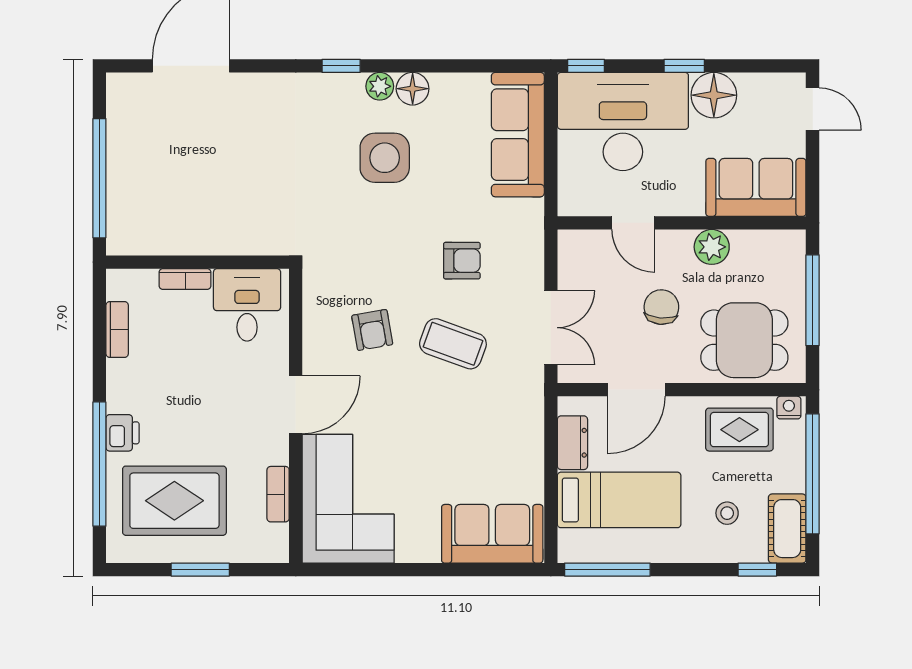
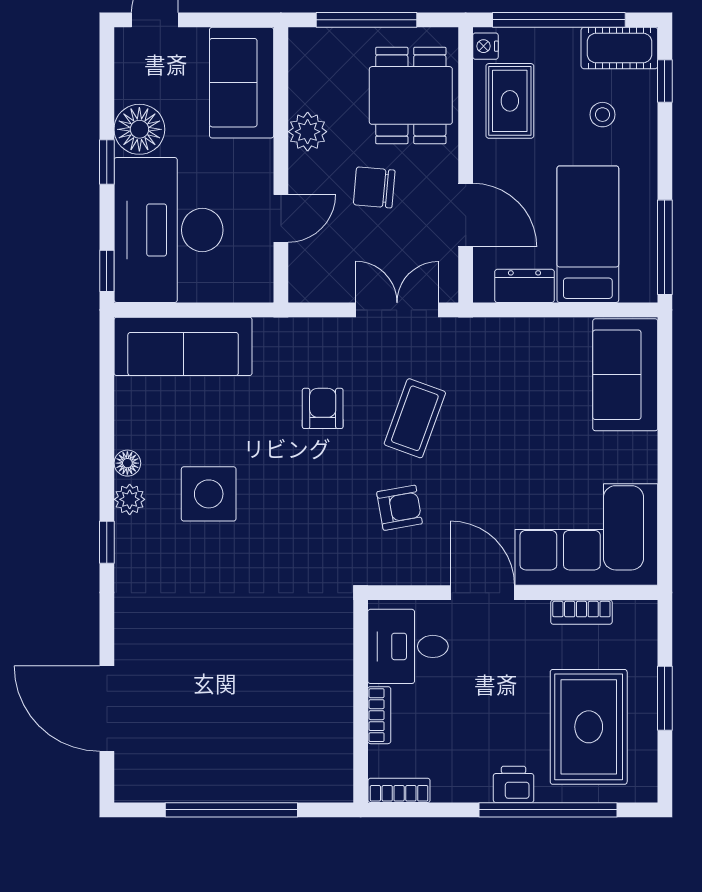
floor lamp: (413, 89) -> (127, 463), width x0.73, depth x0.73
wall: (198, 262) -> (361, 701), moved
bookcase: (185, 279) -> (379, 715), moved
desk: (247, 305) -> (408, 646), moved

